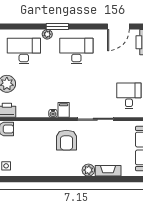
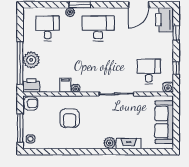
desk: (24, 51) -> (48, 28), width x0.73
filing cabinet: (64, 110) -> (65, 85), moved
armchair: (66, 140) -> (70, 118), moved

